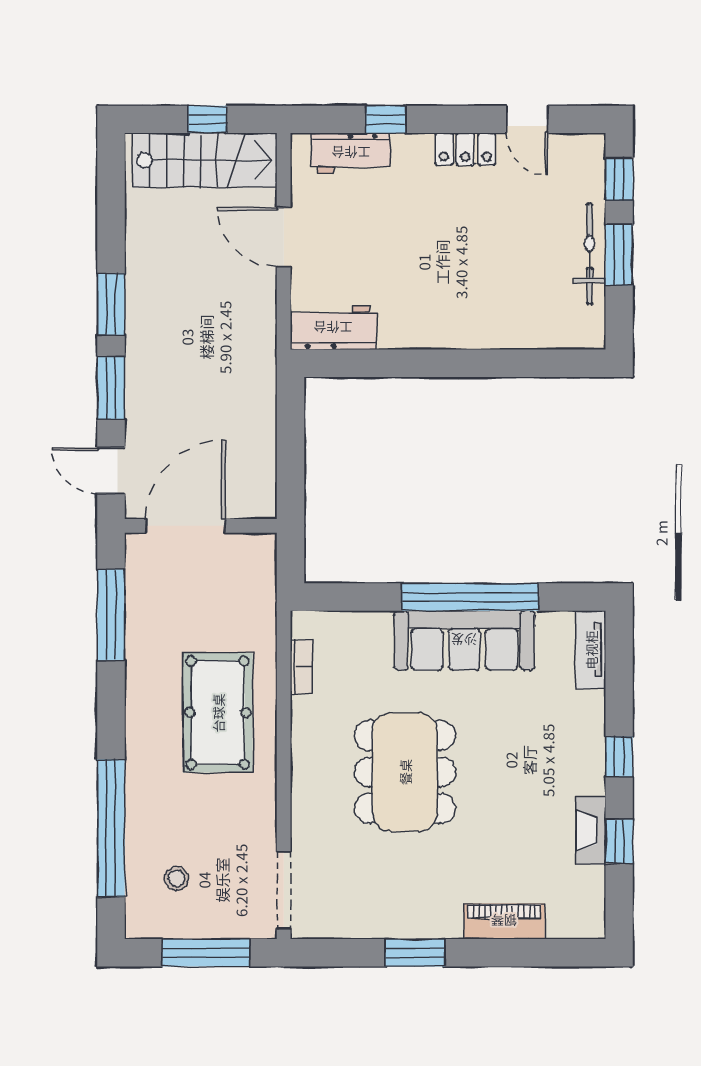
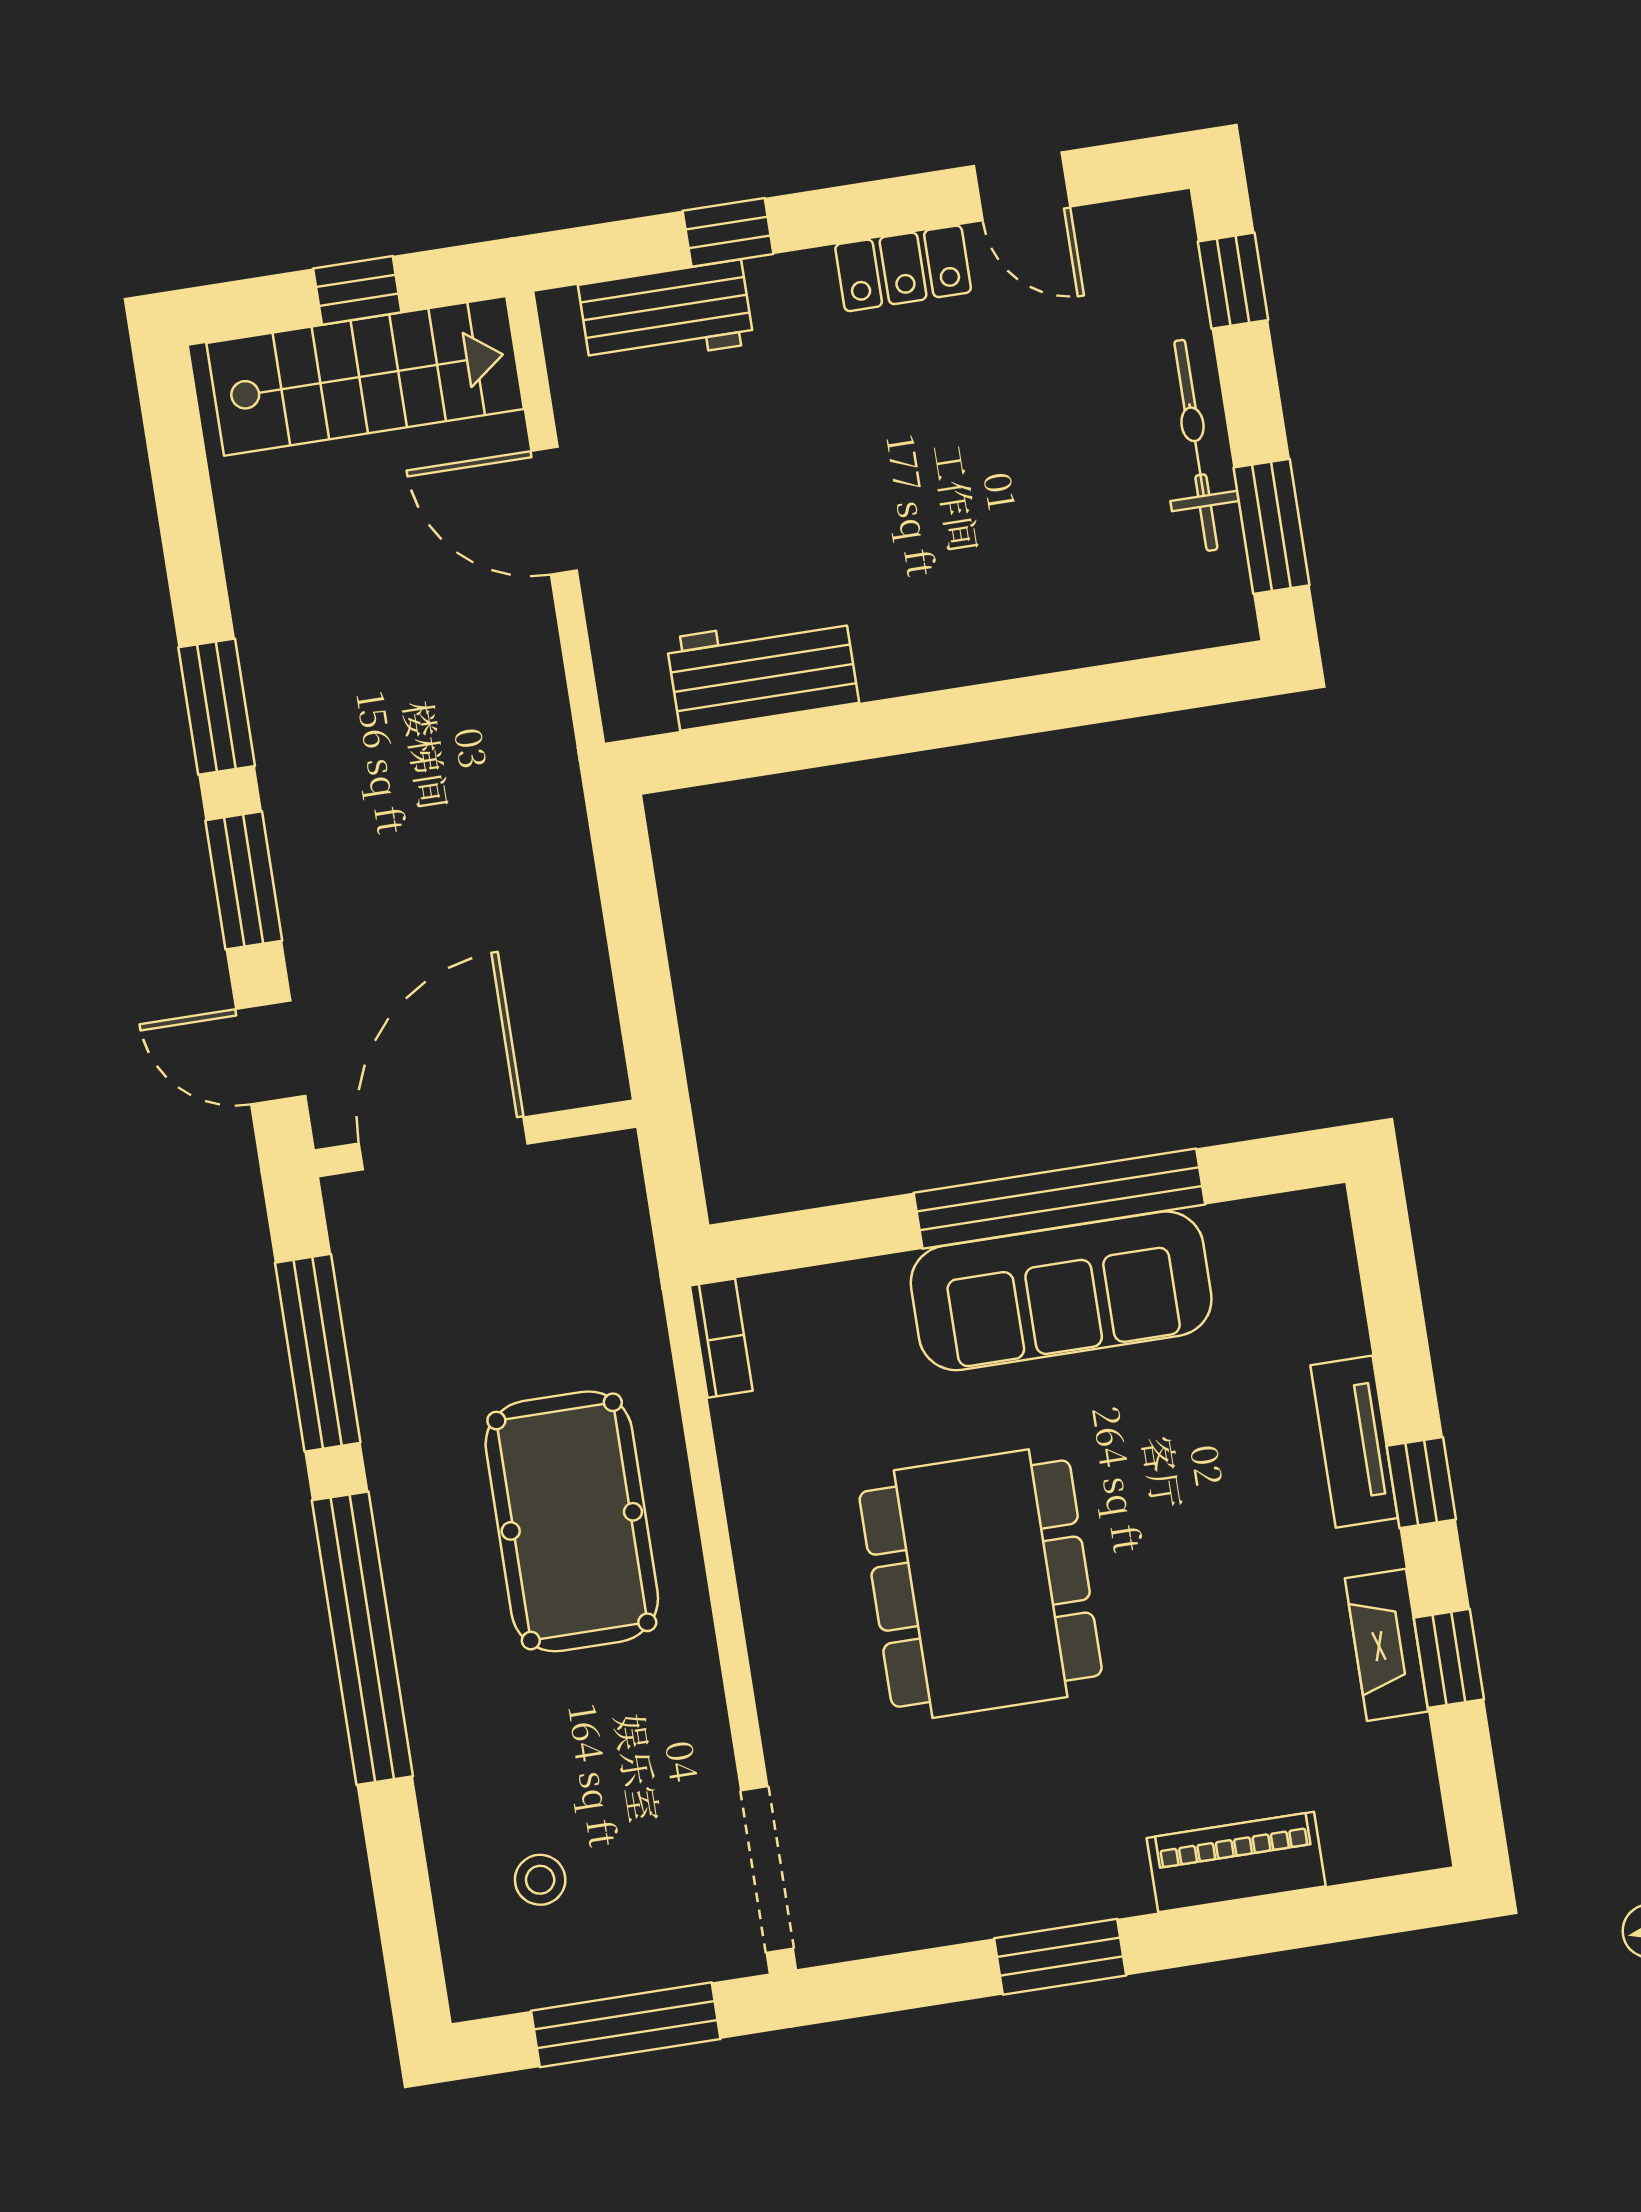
window: (619, 255) -> (1272, 526), moved
workbench: (333, 328) -> (762, 671), moved
tv unit: (591, 650) -> (1354, 1442), moved
bookcase: (301, 667) -> (721, 1338), moved
window: (111, 828) -> (362, 1638), moved

